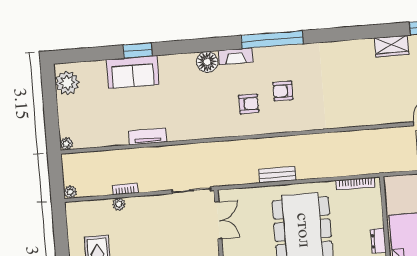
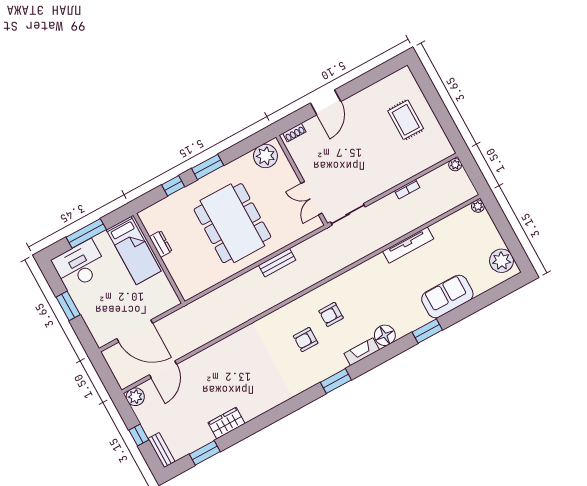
window: (272, 40) -> (336, 381), width x0.47
window: (138, 50) -> (427, 331), moved
armchair: (283, 91) -> (306, 340), turned 180
tv unit: (148, 136) -> (408, 245), width x1.41
bookcase: (355, 184) -> (204, 286), removed
plant: (119, 204) -> (407, 173), removed

